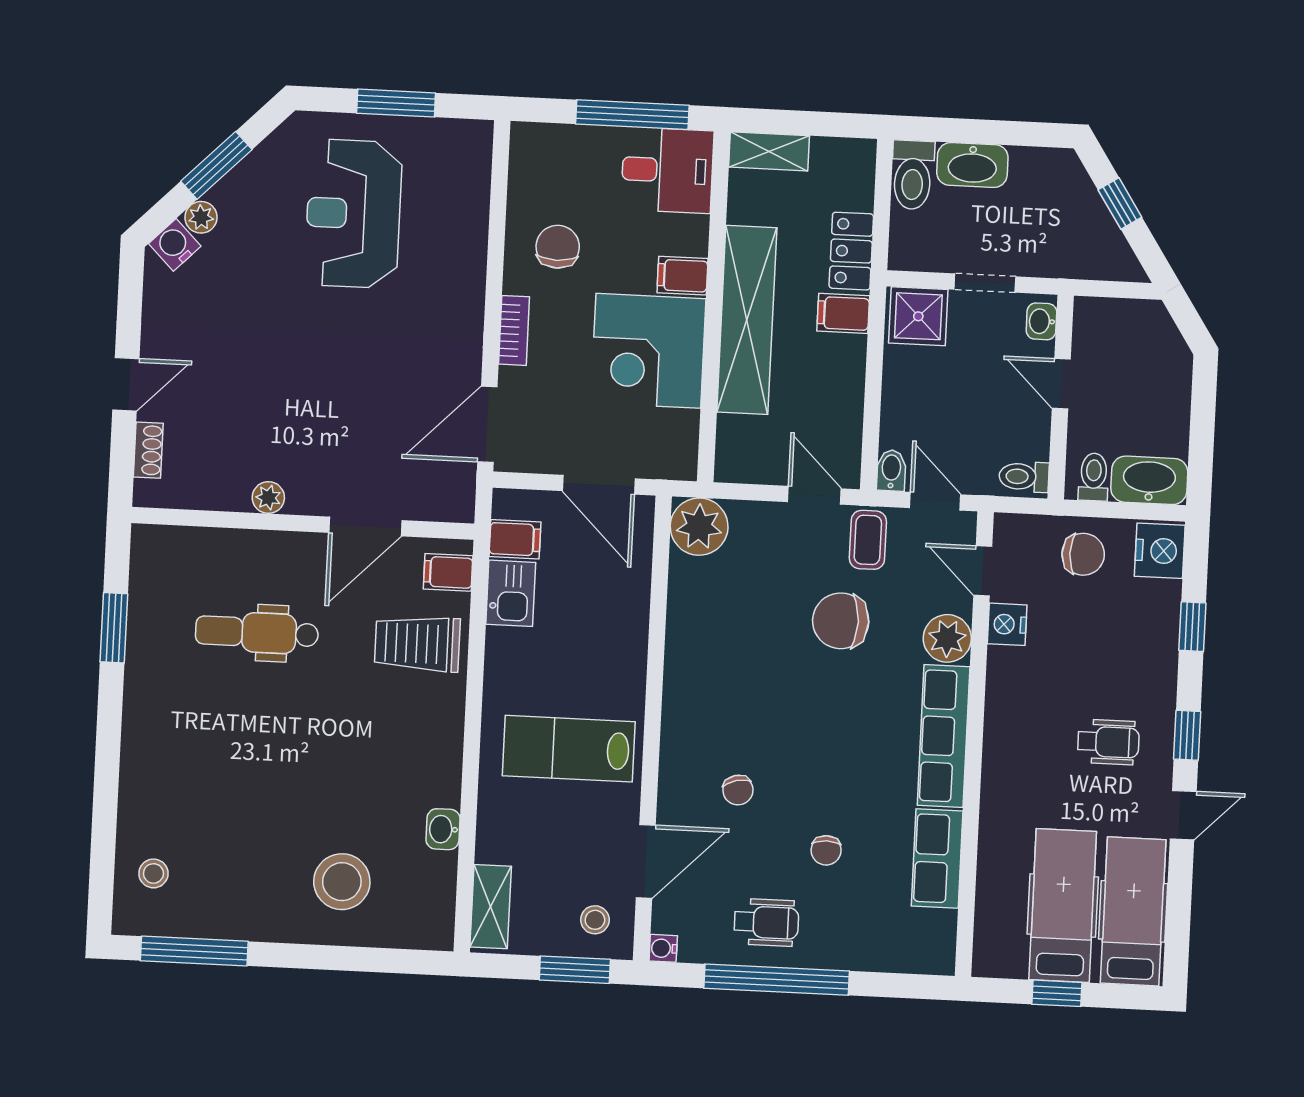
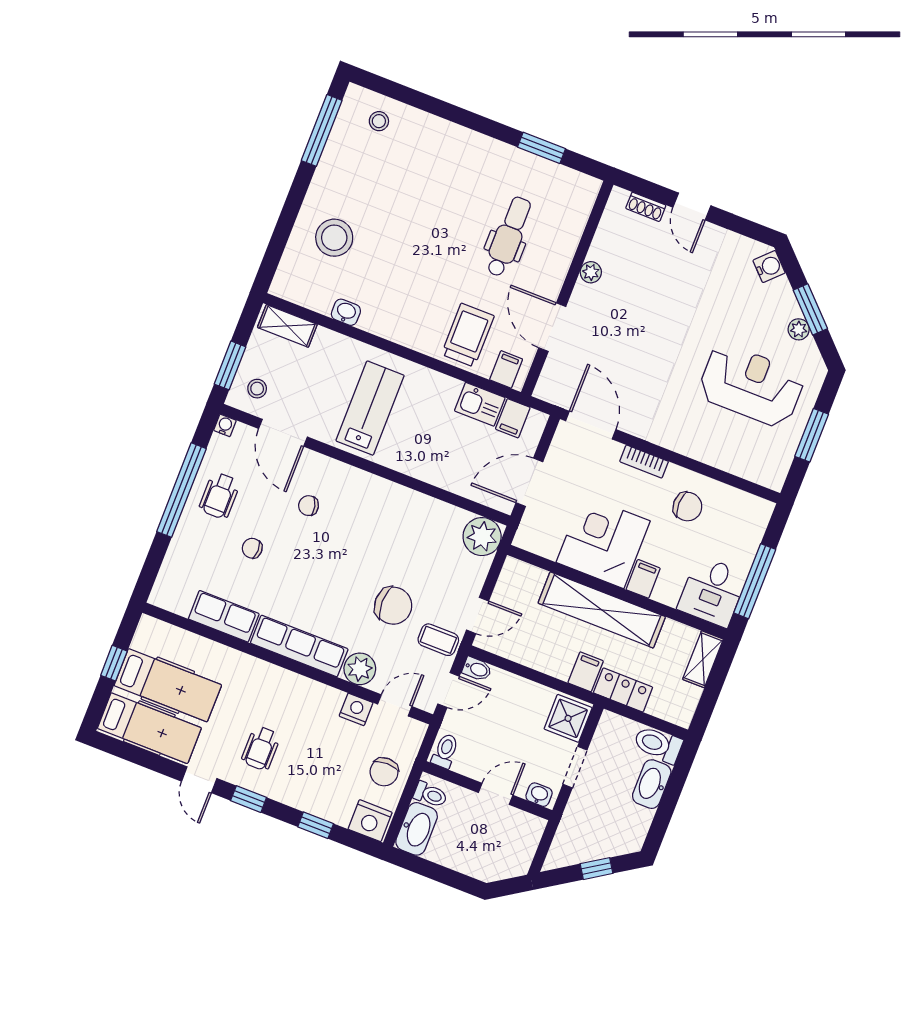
plant: (201, 217) -> (799, 329), moved
chair: (841, 621) -> (393, 606), turned 90

